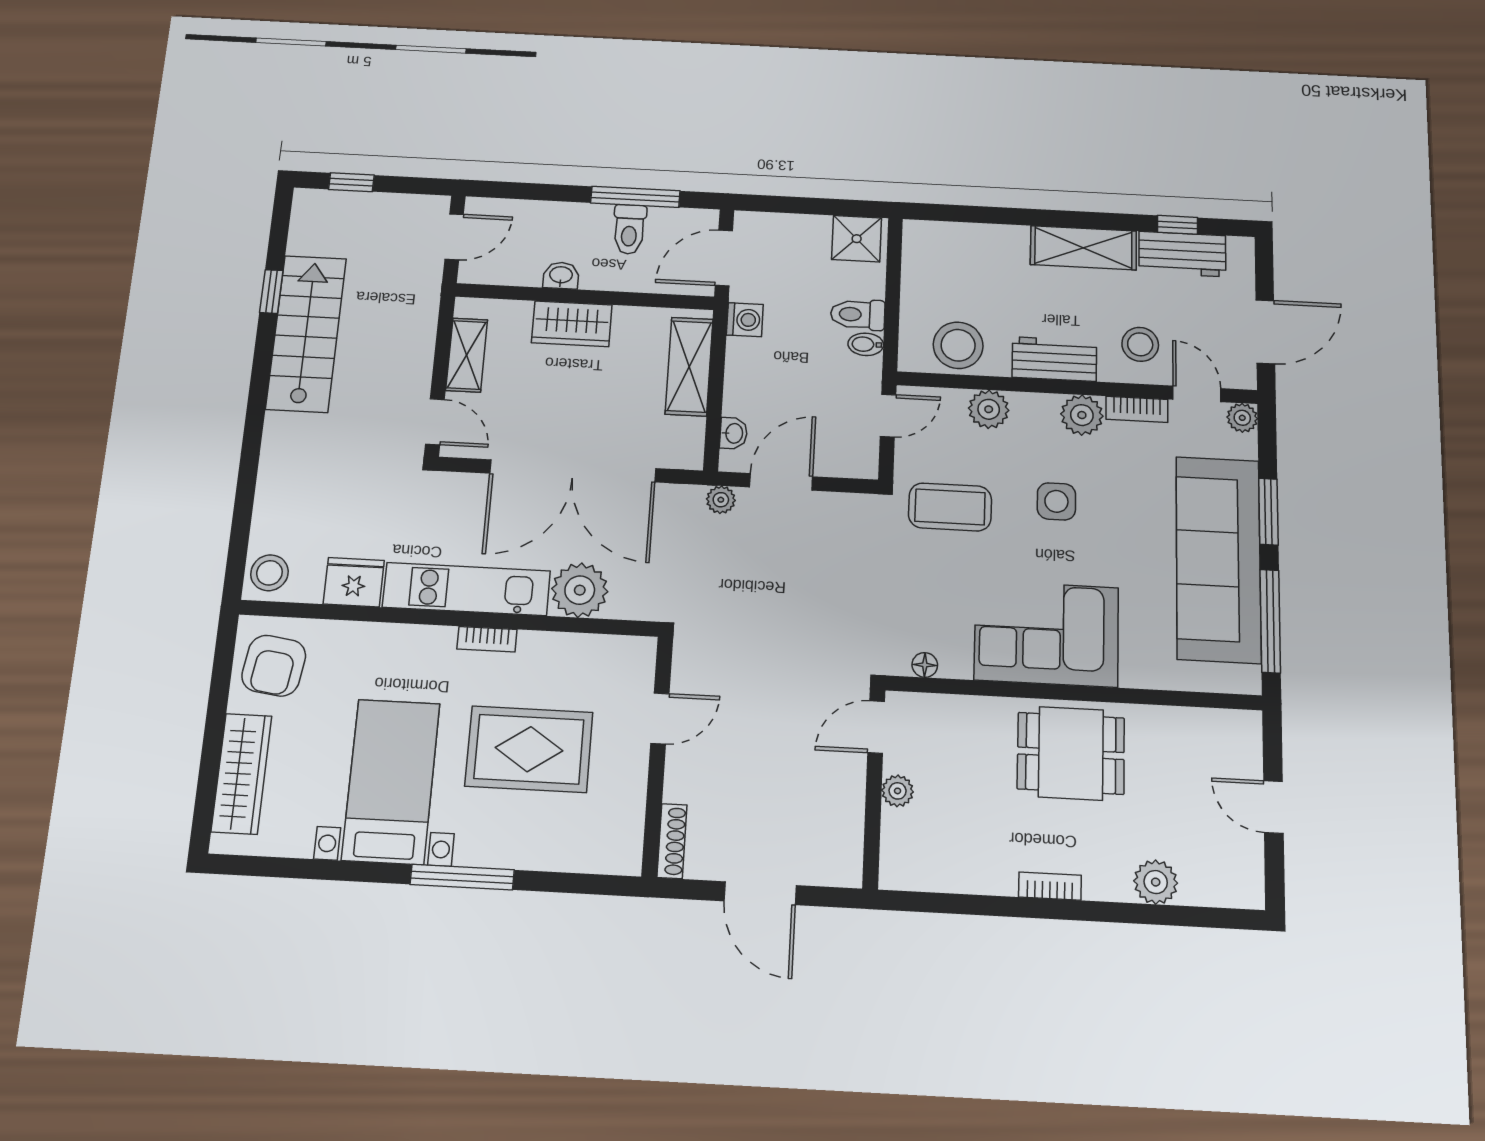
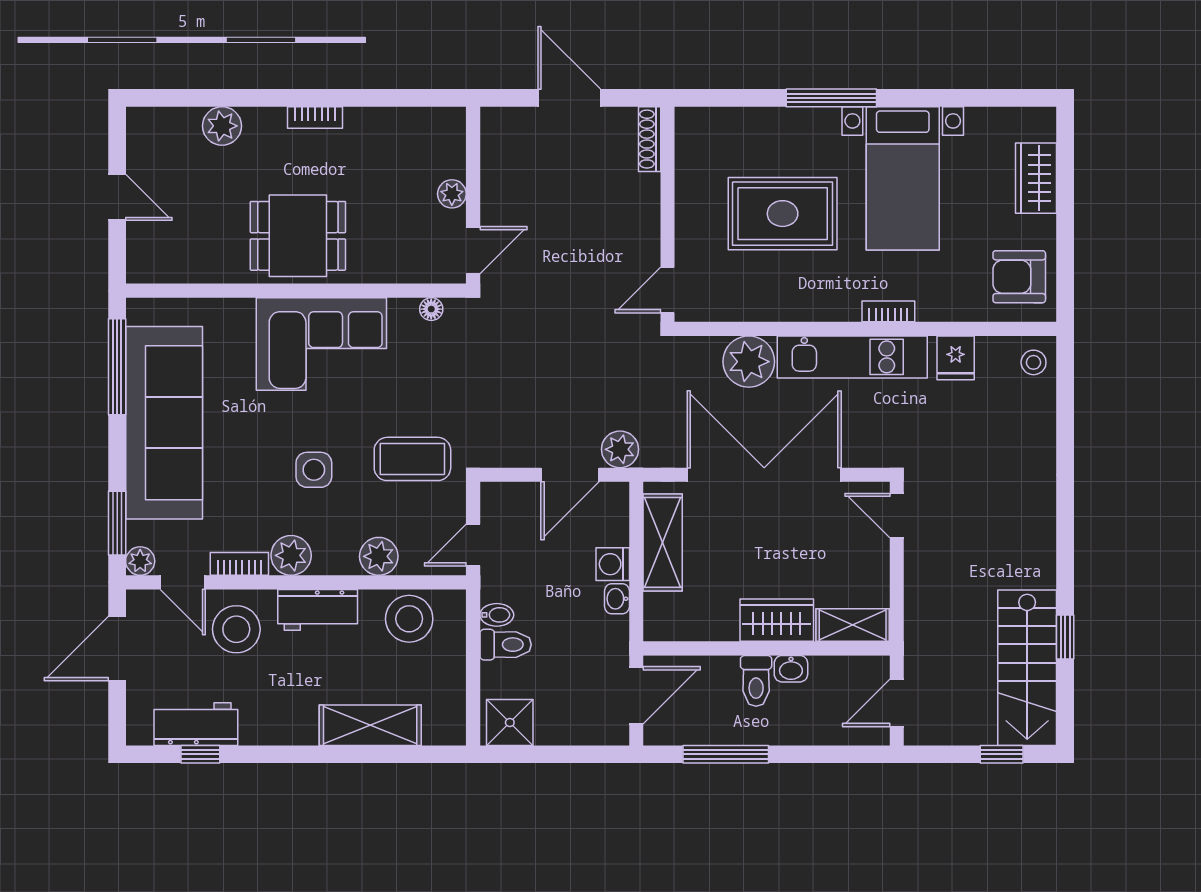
toilet: (629, 229) -> (756, 681), moved, turned 180
shelving: (1083, 248) -> (370, 725), moved
washing machine: (745, 320) -> (613, 564), moved
stairs: (306, 333) -> (1027, 668), moved
stool: (1140, 344) -> (236, 629), width x1.38, depth x1.38
shelving: (467, 355) -> (853, 625), moved, turned 90
shelving: (689, 366) -> (663, 542), moved
washbasin: (733, 433) -> (617, 599), moved
plant: (721, 500) -> (620, 449), width x1.38, depth x1.38
window: (1268, 512) -> (117, 523), moved
stool: (269, 573) -> (1034, 362), width x0.73, depth x0.73
fridge: (354, 582) -> (956, 358), width x0.72
bookcase: (487, 639) -> (888, 311), moved
armchair: (274, 666) -> (1019, 277), turned -98
door: (660, 718) -> (668, 290), moved
wardrobe: (241, 774) -> (1036, 178), width x0.67

